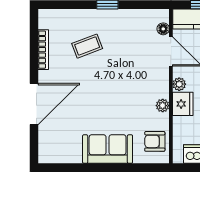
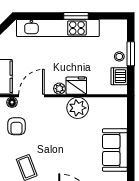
plant: (163, 106) -> (78, 108), width x1.88, depth x1.88
armchair: (155, 141) -> (16, 126), moved

